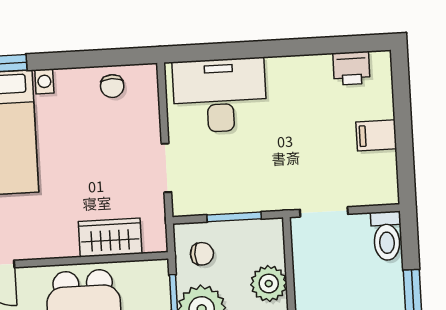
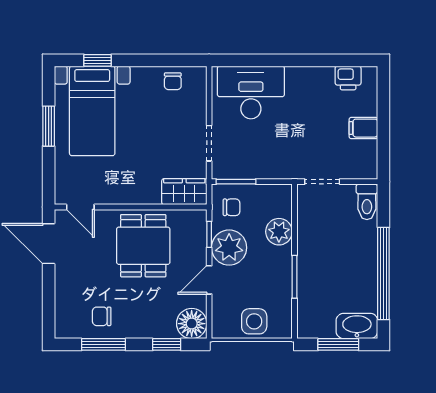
window: (234, 217) -> (236, 182), moved
wardrobe: (110, 238) -> (184, 192), moved

